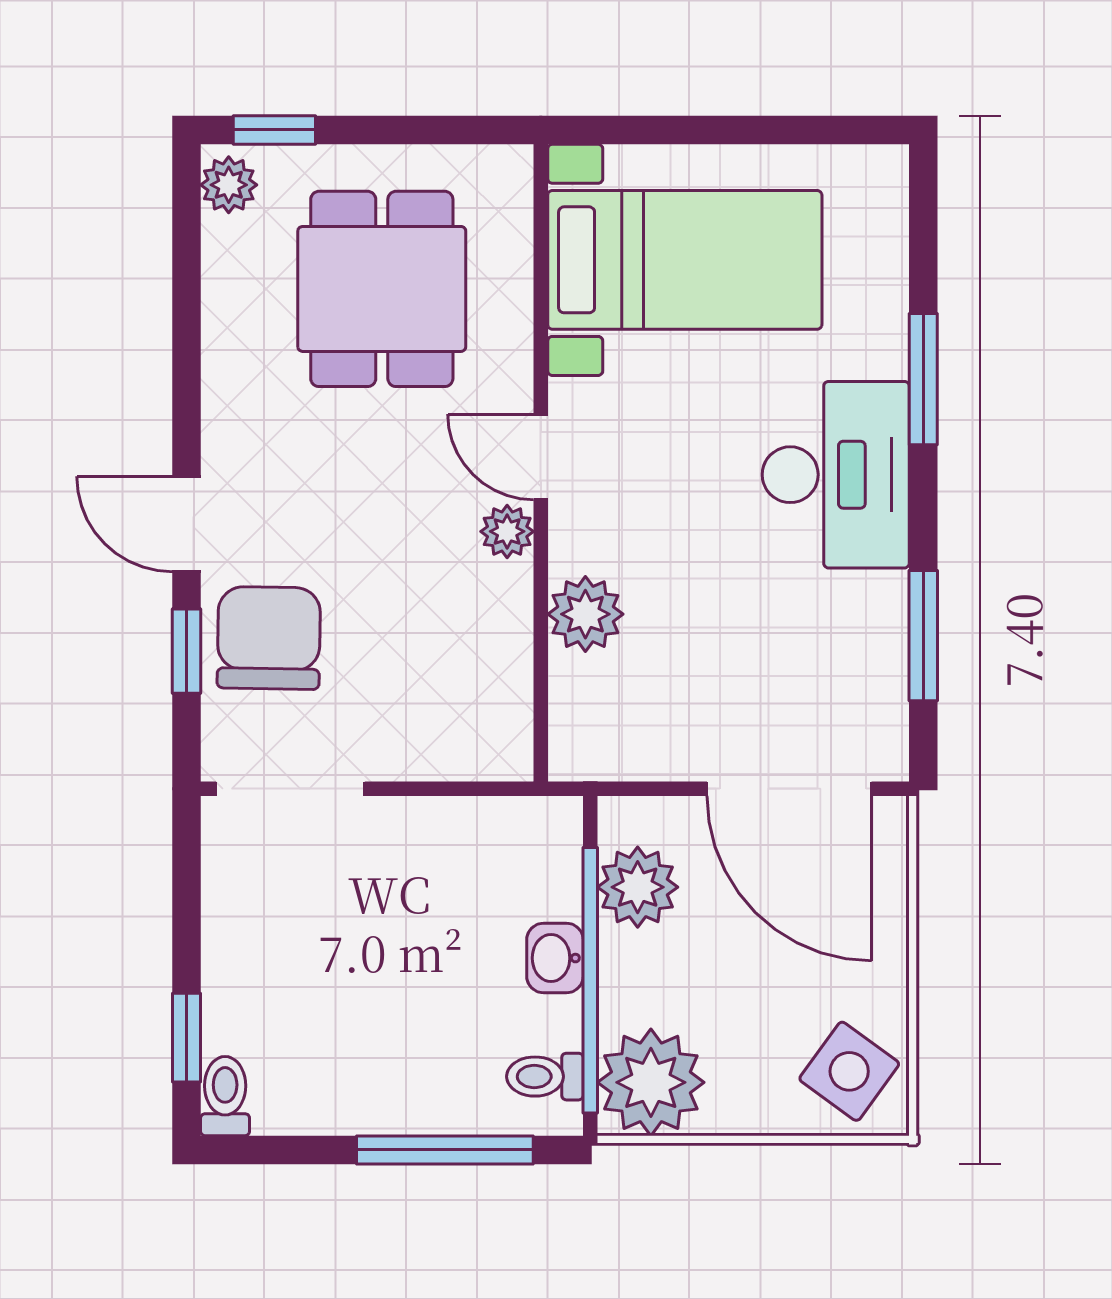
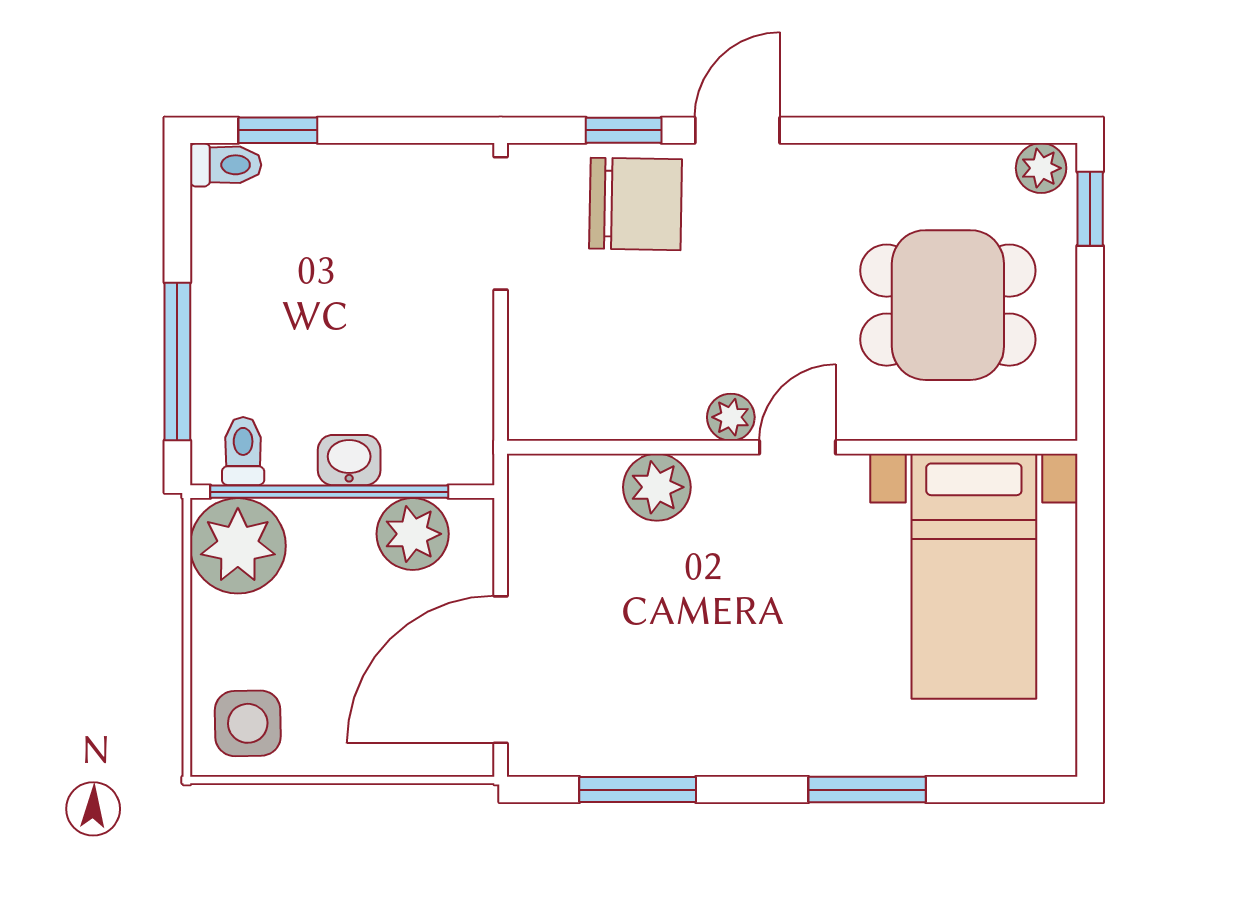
desk: (836, 475) -> (782, 711), removed
side table: (849, 1071) -> (248, 723), turned -37

